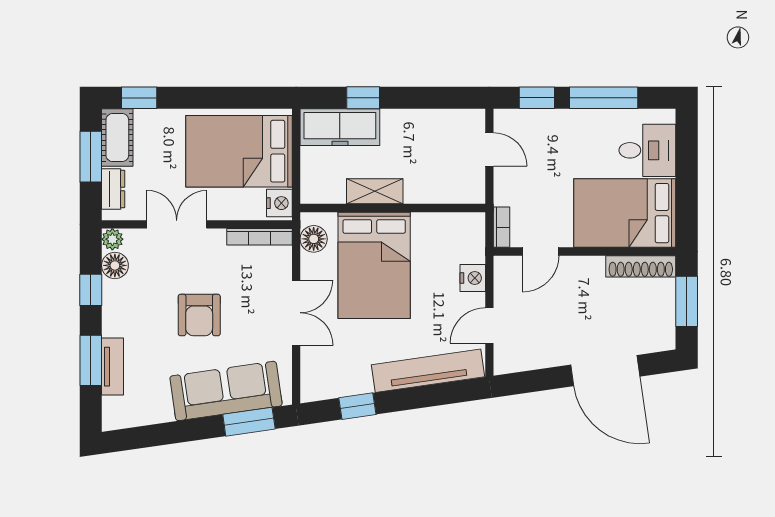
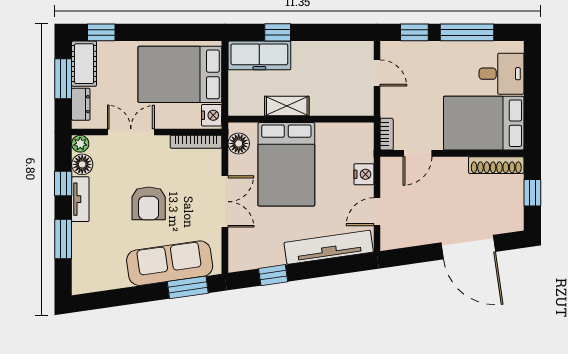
window: (687, 301) -> (532, 193), width x0.67
tv unit: (113, 367) -> (80, 199), moved

